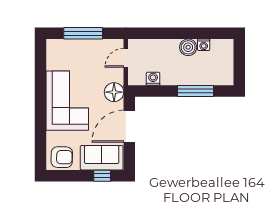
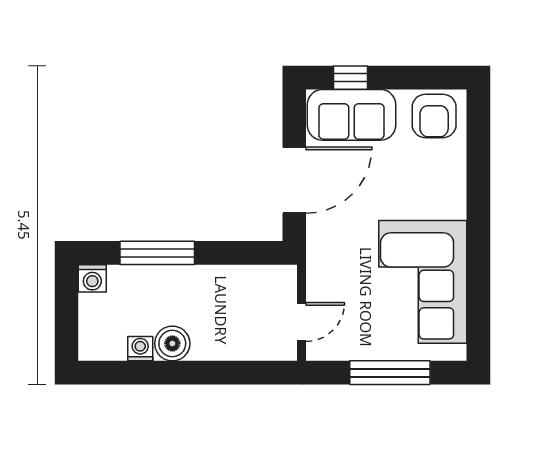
washing machine: (153, 79) -> (92, 278), moved
floor lamp: (114, 92) -> (326, 251), removed
corner sofa: (67, 101) -> (423, 282), moved
armchair: (62, 157) -> (434, 116), turned -91

